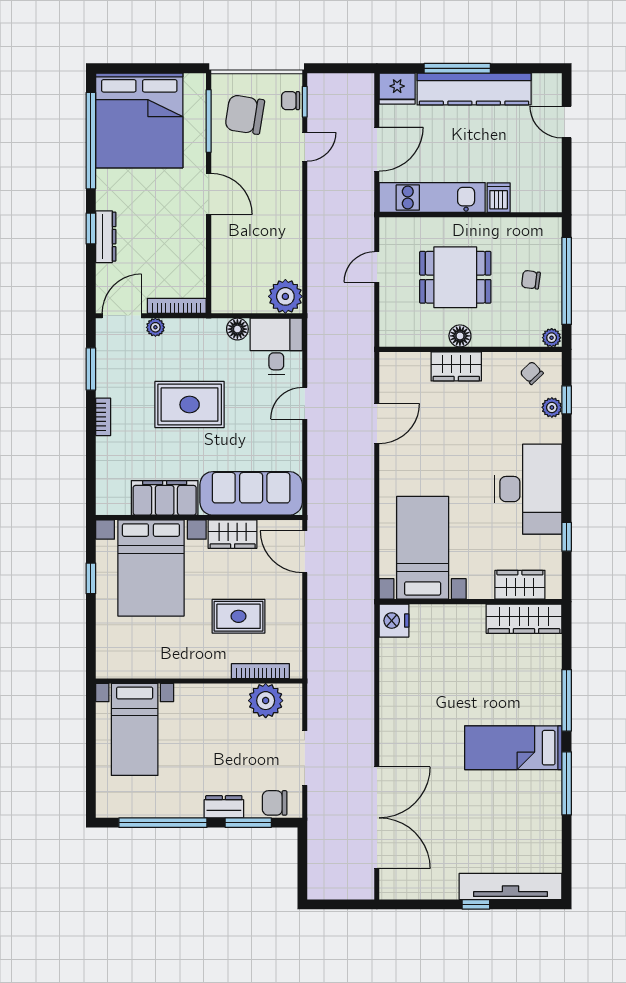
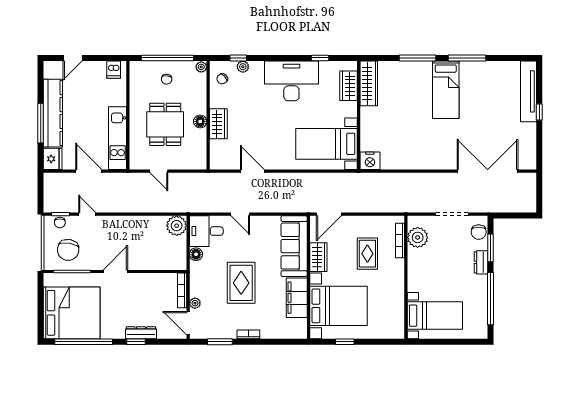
dishwasher: (499, 198) -> (114, 70), moved, turned -90

